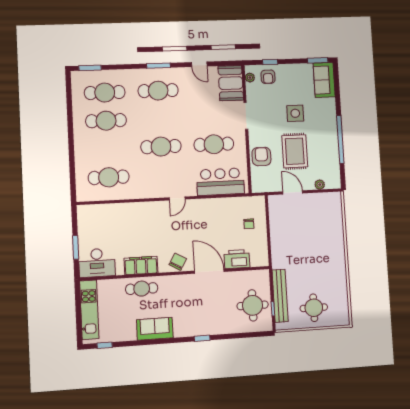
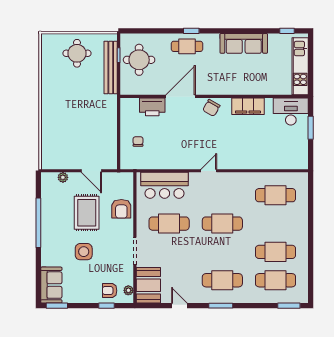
armchair: (268, 77) -> (110, 291), turned -90
door: (209, 271) -> (181, 96), swing flipped
cafe table: (142, 289) -> (187, 46), moved
sofa: (155, 329) -> (244, 43), width x1.36

